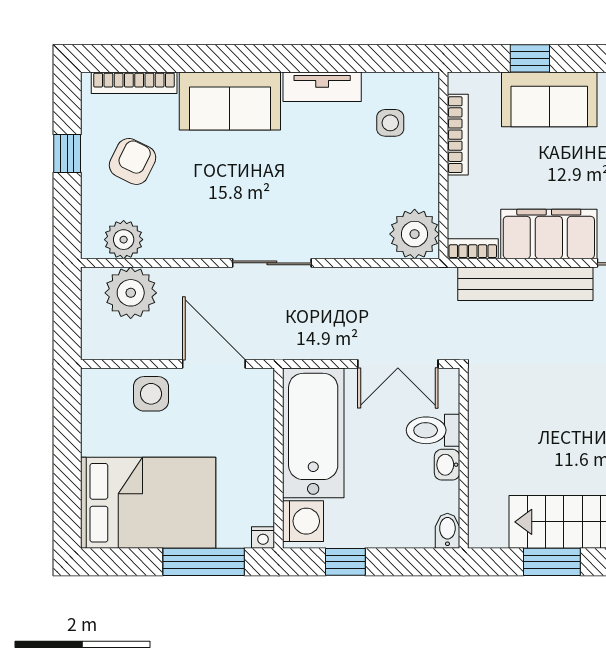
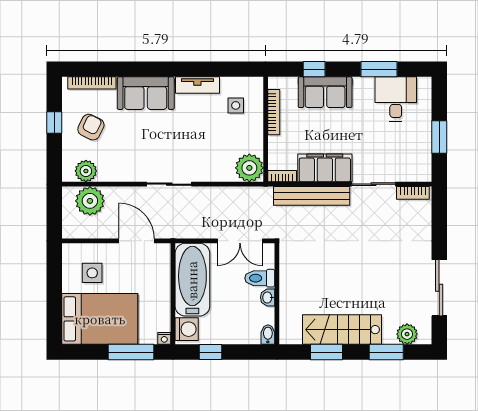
side table: (151, 394) -> (92, 273), moved

